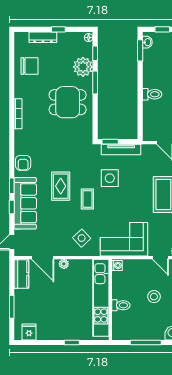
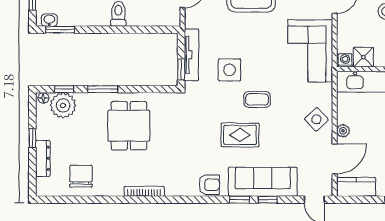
plant: (83, 67) -> (63, 105), moved
side table: (82, 238) -> (316, 119), moved
shower: (119, 279) -> (363, 57), added

